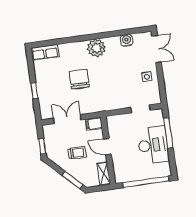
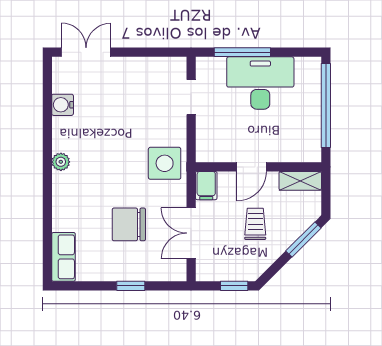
plant: (96, 48) -> (61, 162), width x0.53, depth x0.53
side table: (147, 77) -> (165, 163), moved, width x1.87, depth x1.87
chair: (79, 79) -> (129, 224), moved

